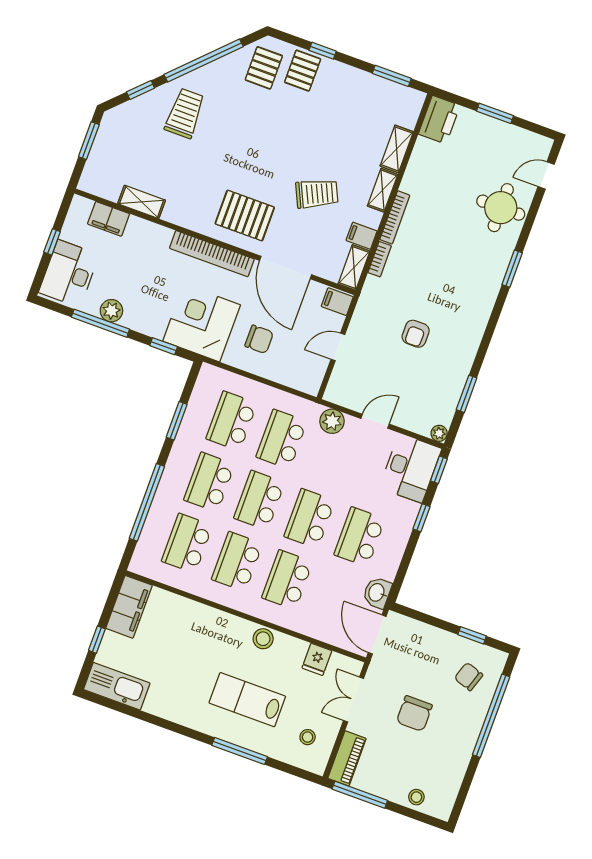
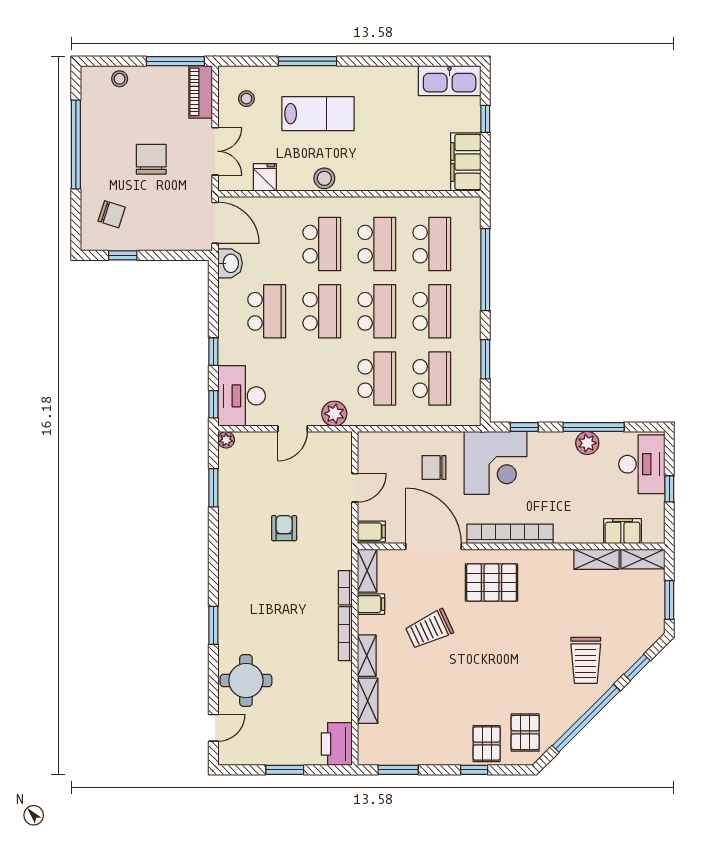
shelving: (99, 187) -> (643, 559), added
window: (491, 716) -> (76, 145), moved

